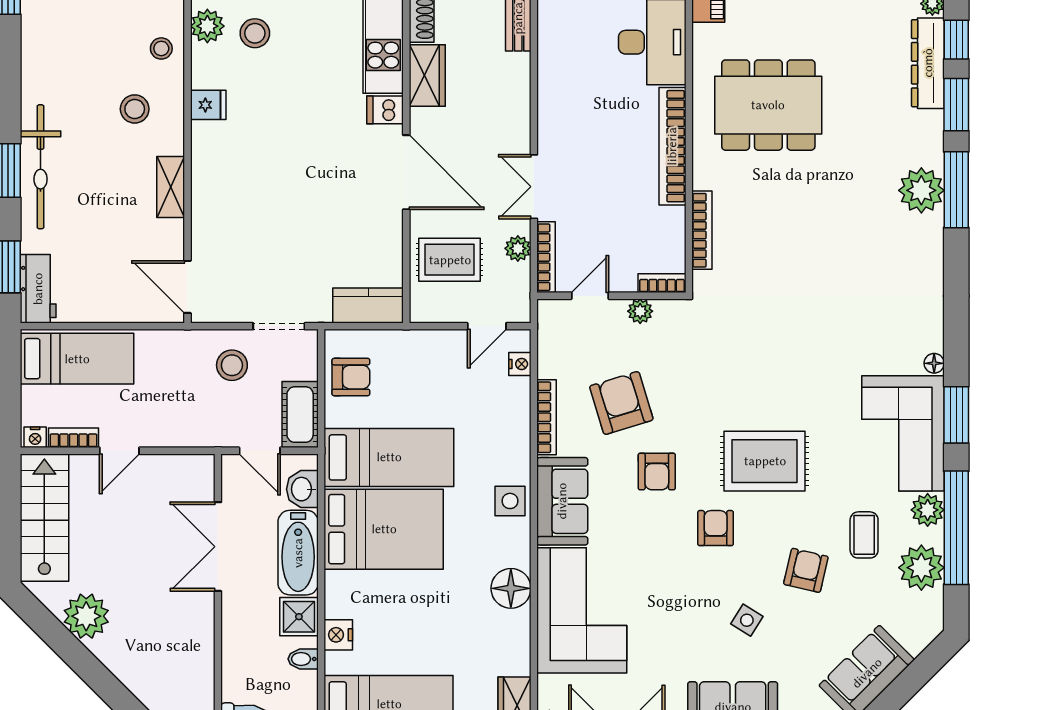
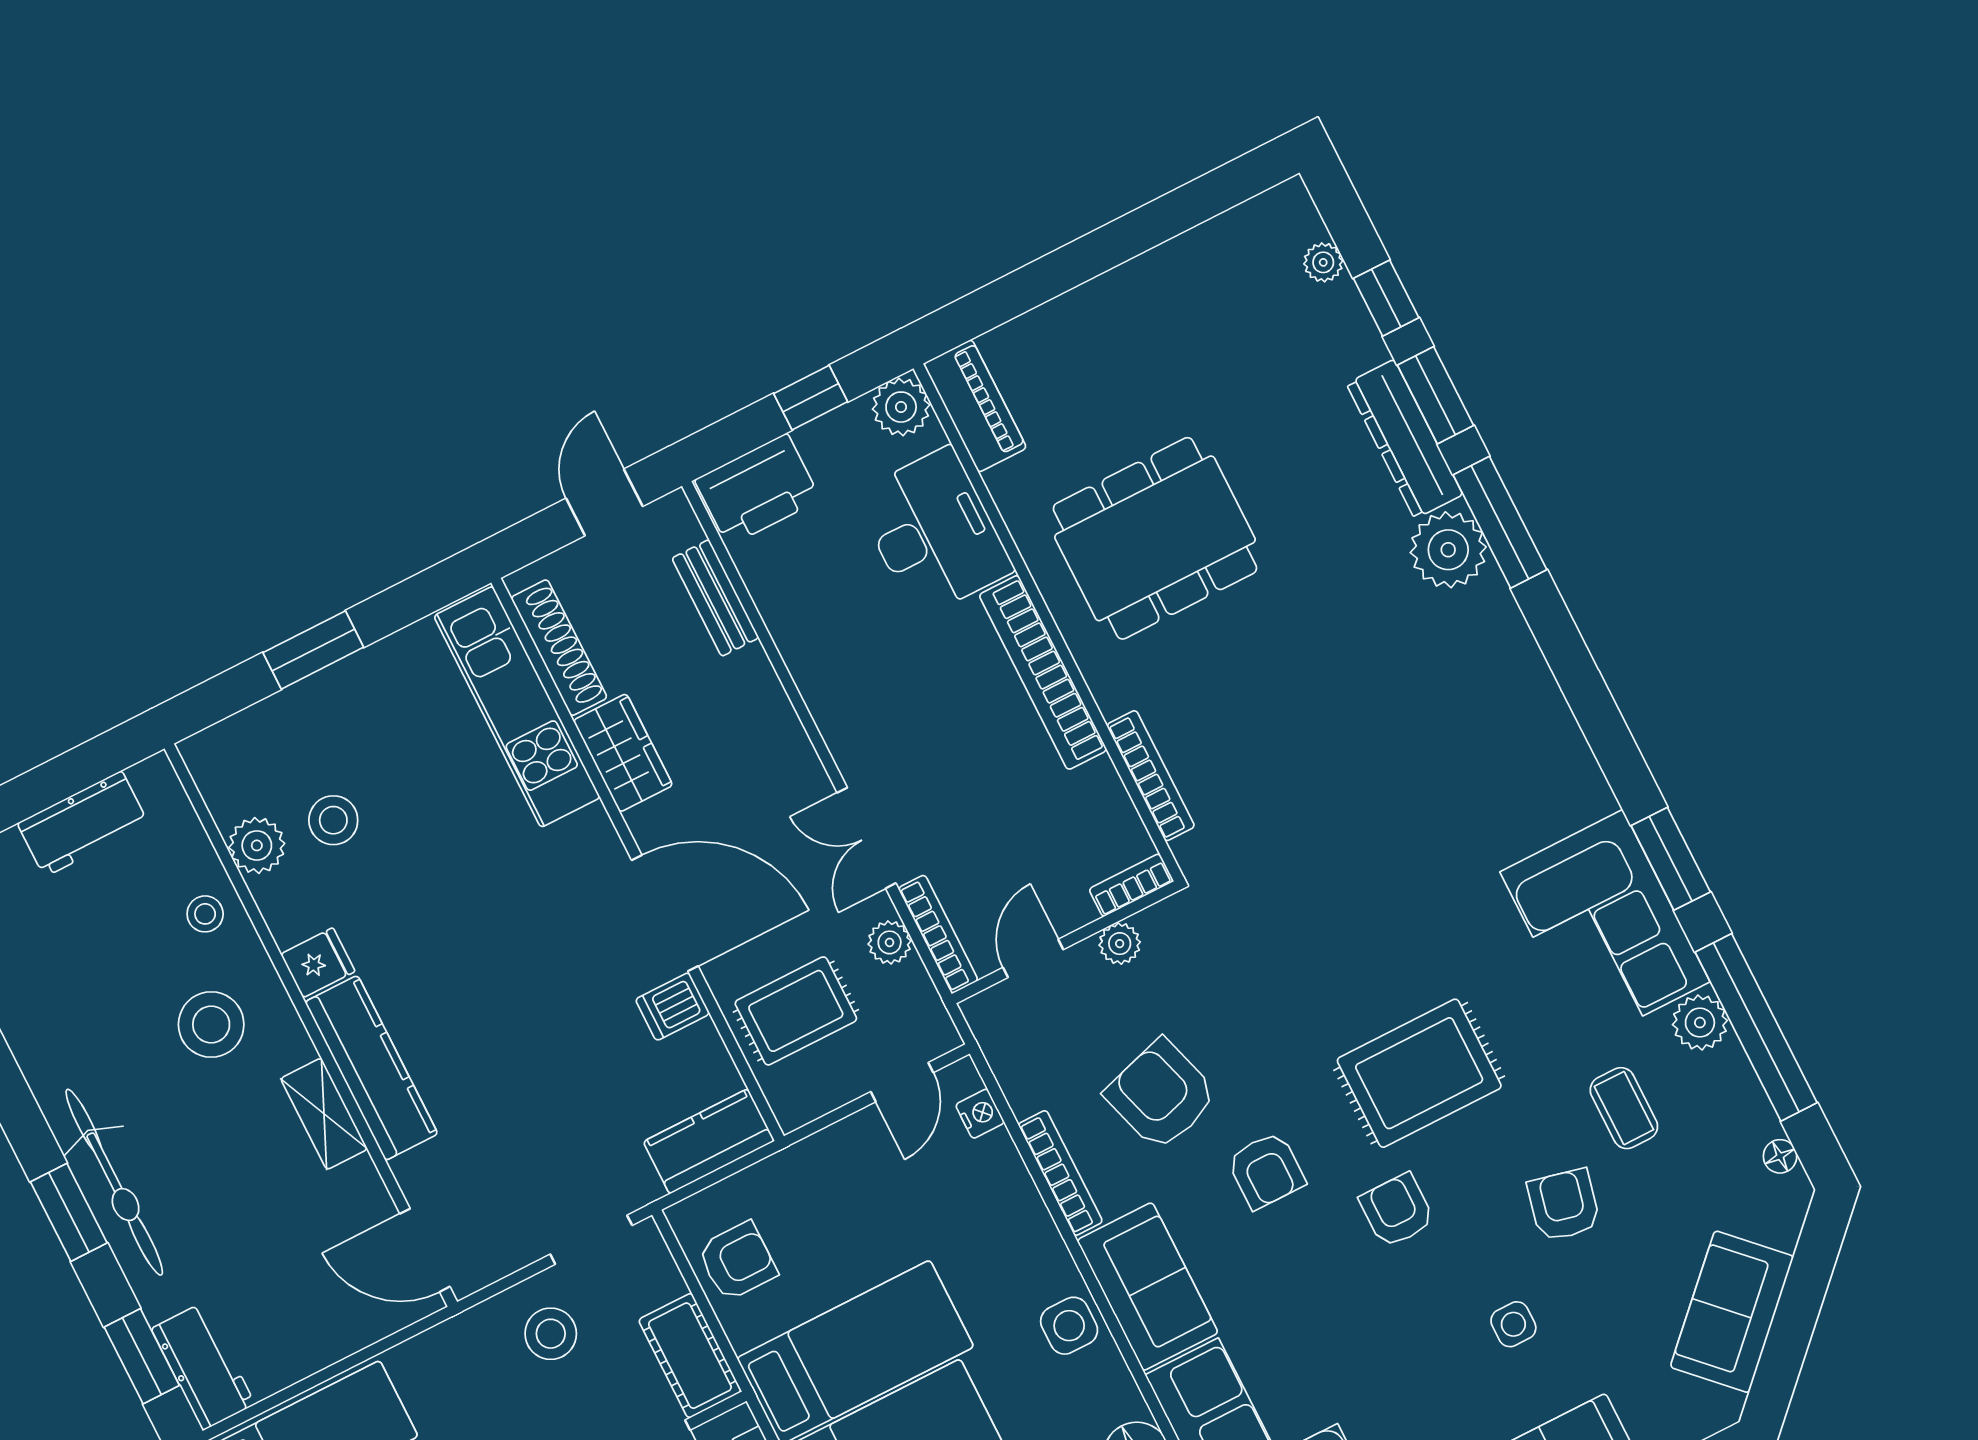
dresser: (928, 63) -> (1404, 439), moved
stool: (135, 109) -> (211, 1024), width x1.38, depth x1.38
dishwasher: (385, 110) -> (673, 1007), moved
kitchen counter: (208, 175) -> (371, 1068), added
floor lamp: (934, 363) -> (1780, 1156), moved
plant: (921, 568) -> (1734, 1113), removed
side table: (747, 620) -> (1513, 1324), turned -32

